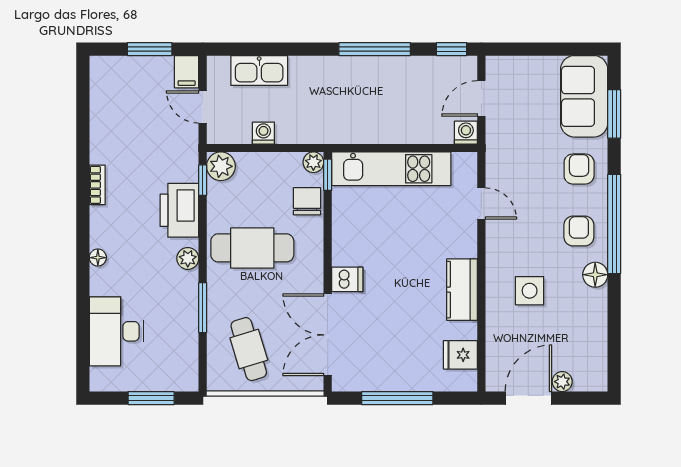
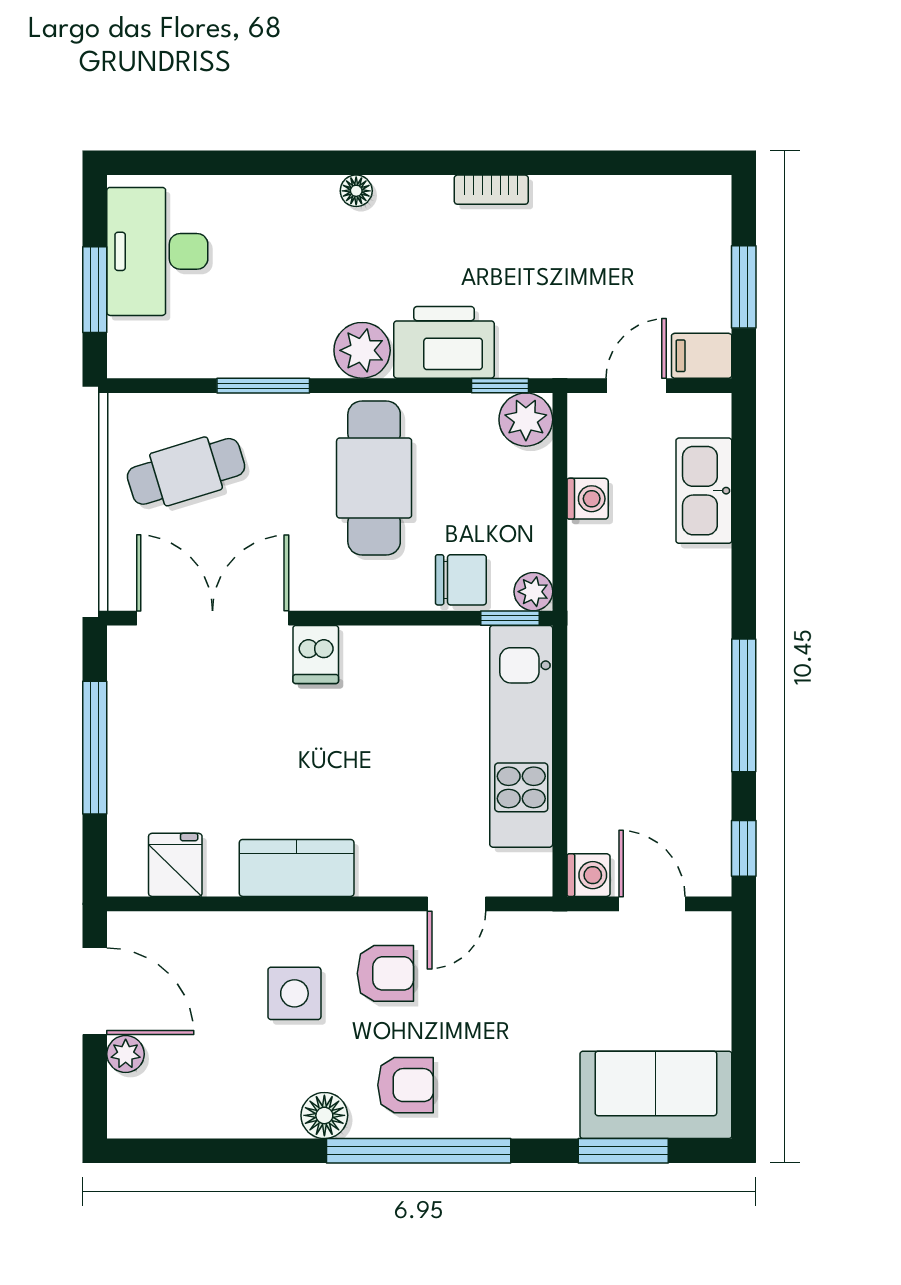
armchair: (579, 169) -> (385, 973), moved
plant: (188, 258) -> (362, 350), width x1.38, depth x1.38
desk: (116, 331) -> (157, 251), moved, turned -90

